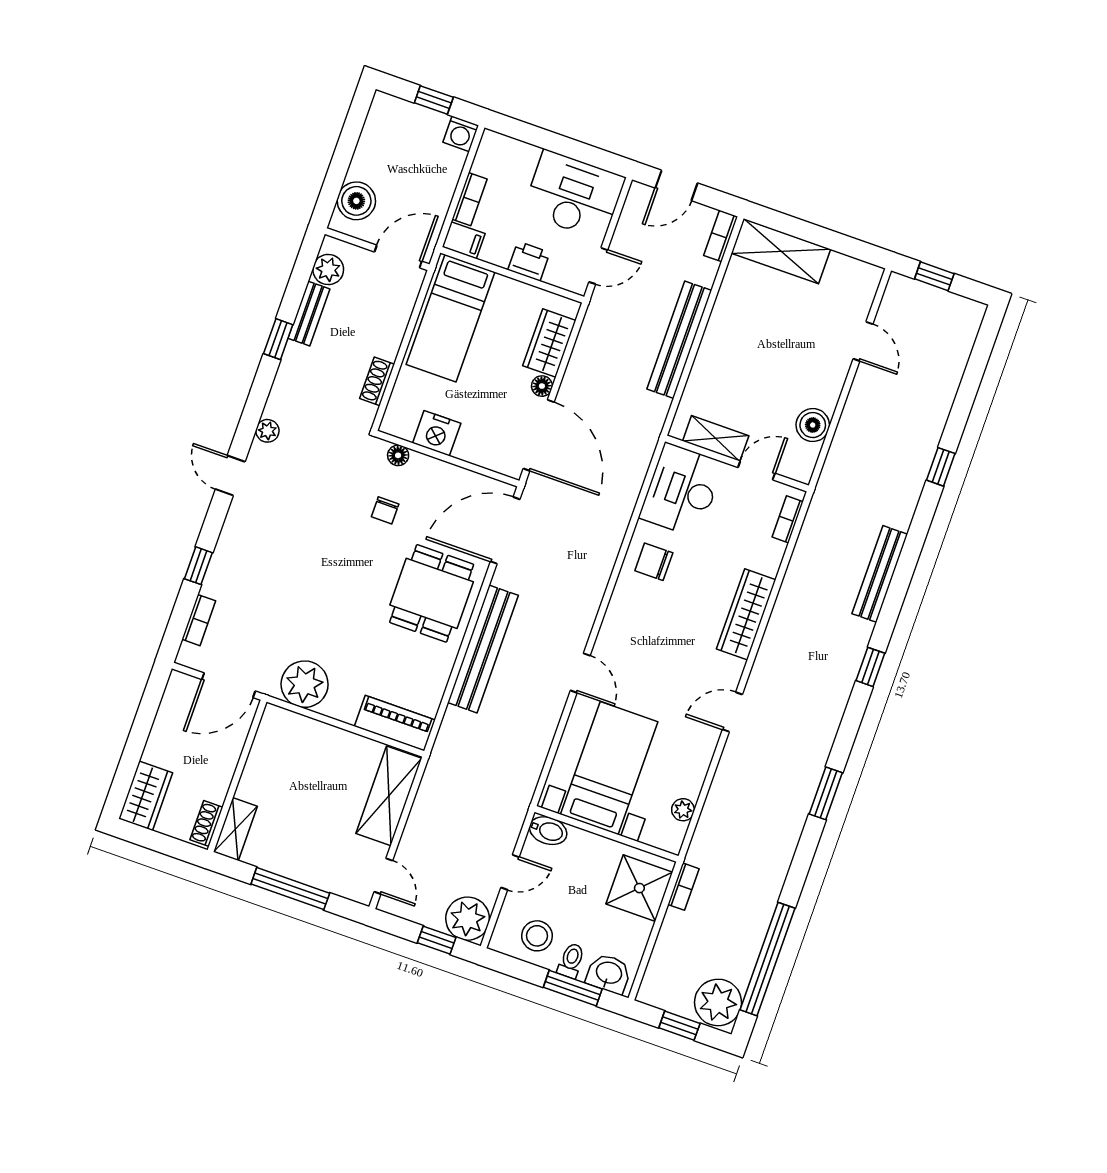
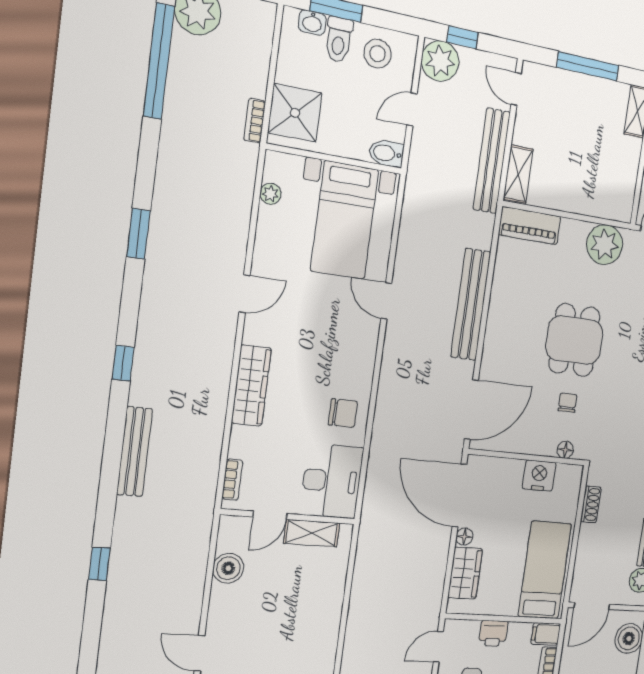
bench: (679, 340) -> (492, 161), moved
dining table: (432, 593) -> (574, 340), moved
shelving: (389, 796) -> (518, 174), width x0.67, depth x0.75
toilet: (571, 961) -> (339, 40), width x1.37, depth x1.39
washbasin: (609, 974) -> (312, 23), width x0.72, depth x0.69

